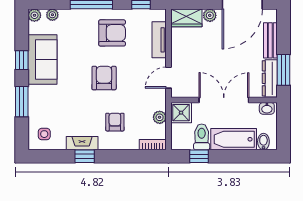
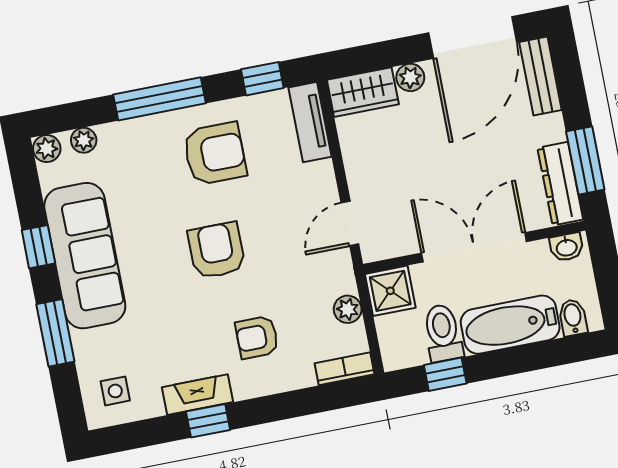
tv unit: (159, 40) -> (310, 122), moved
bench: (270, 40) -> (540, 76), moved
sofa: (42, 59) -> (85, 256), width x1.36
armchair: (115, 122) -> (257, 337), turned -90

